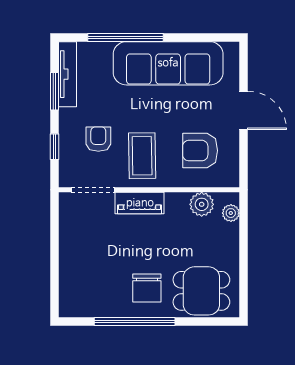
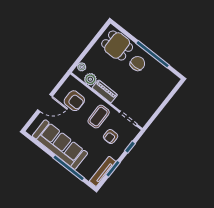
door: (244, 110) -> (45, 103), swing flipped
piano: (140, 203) -> (105, 91), moved

